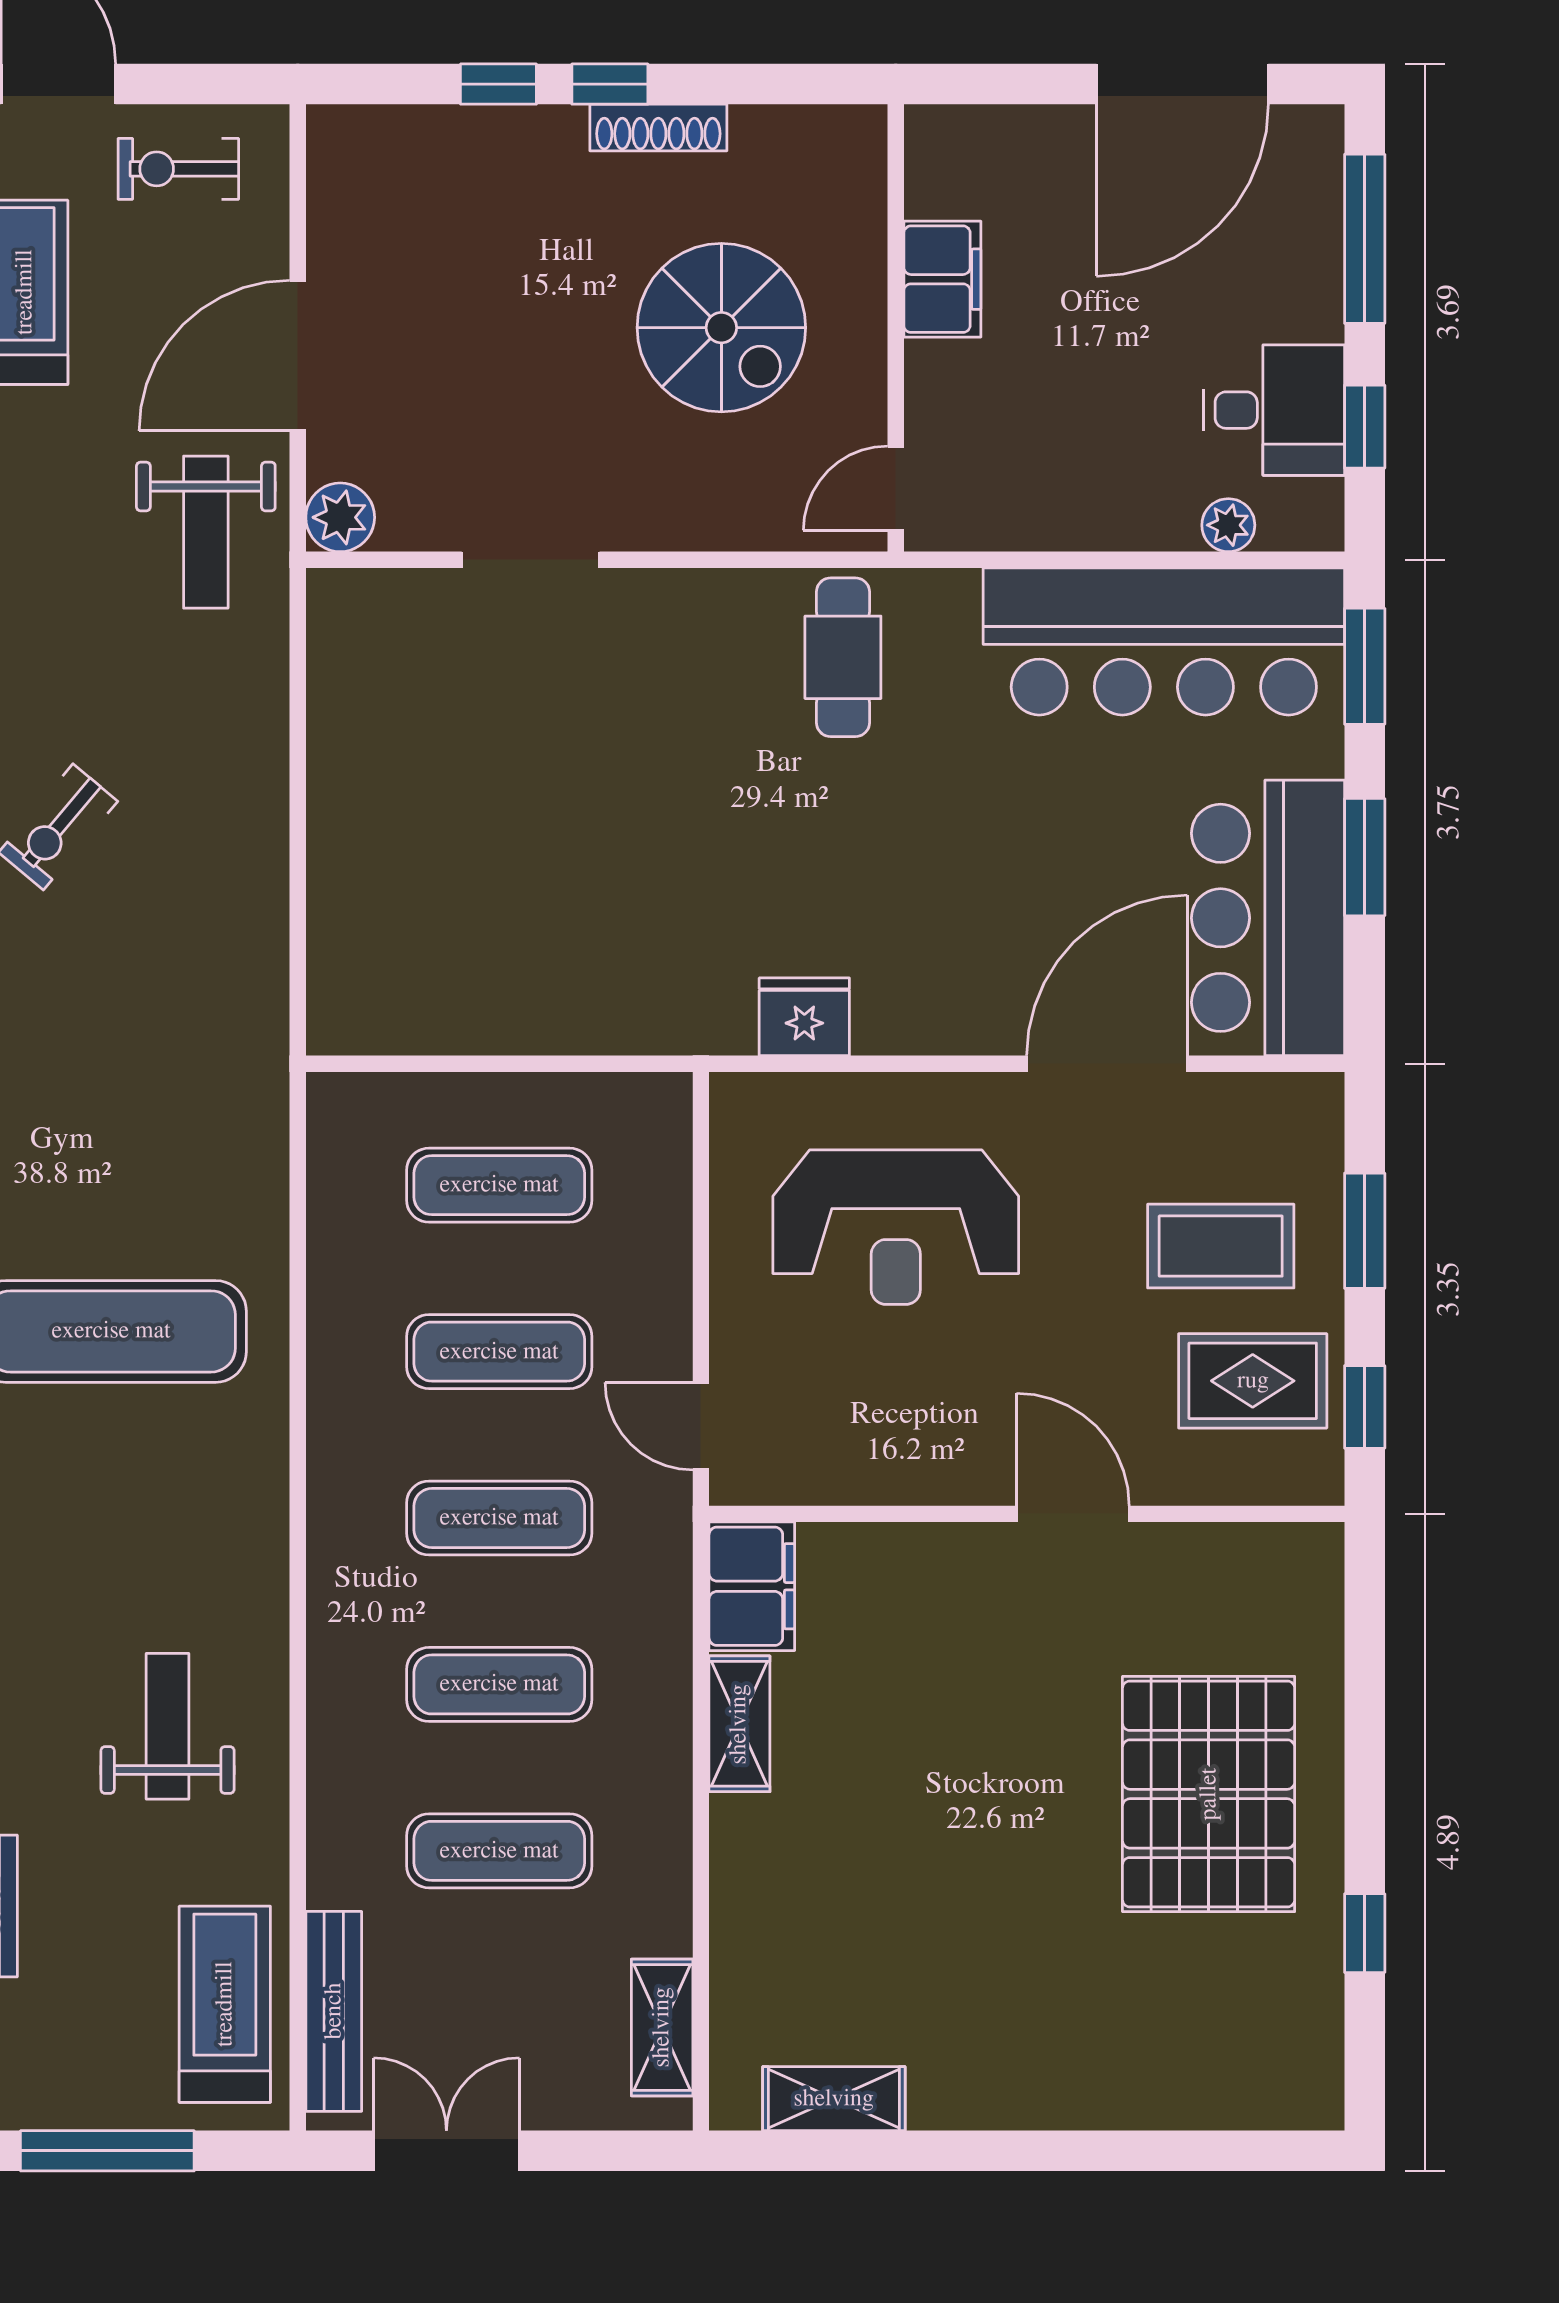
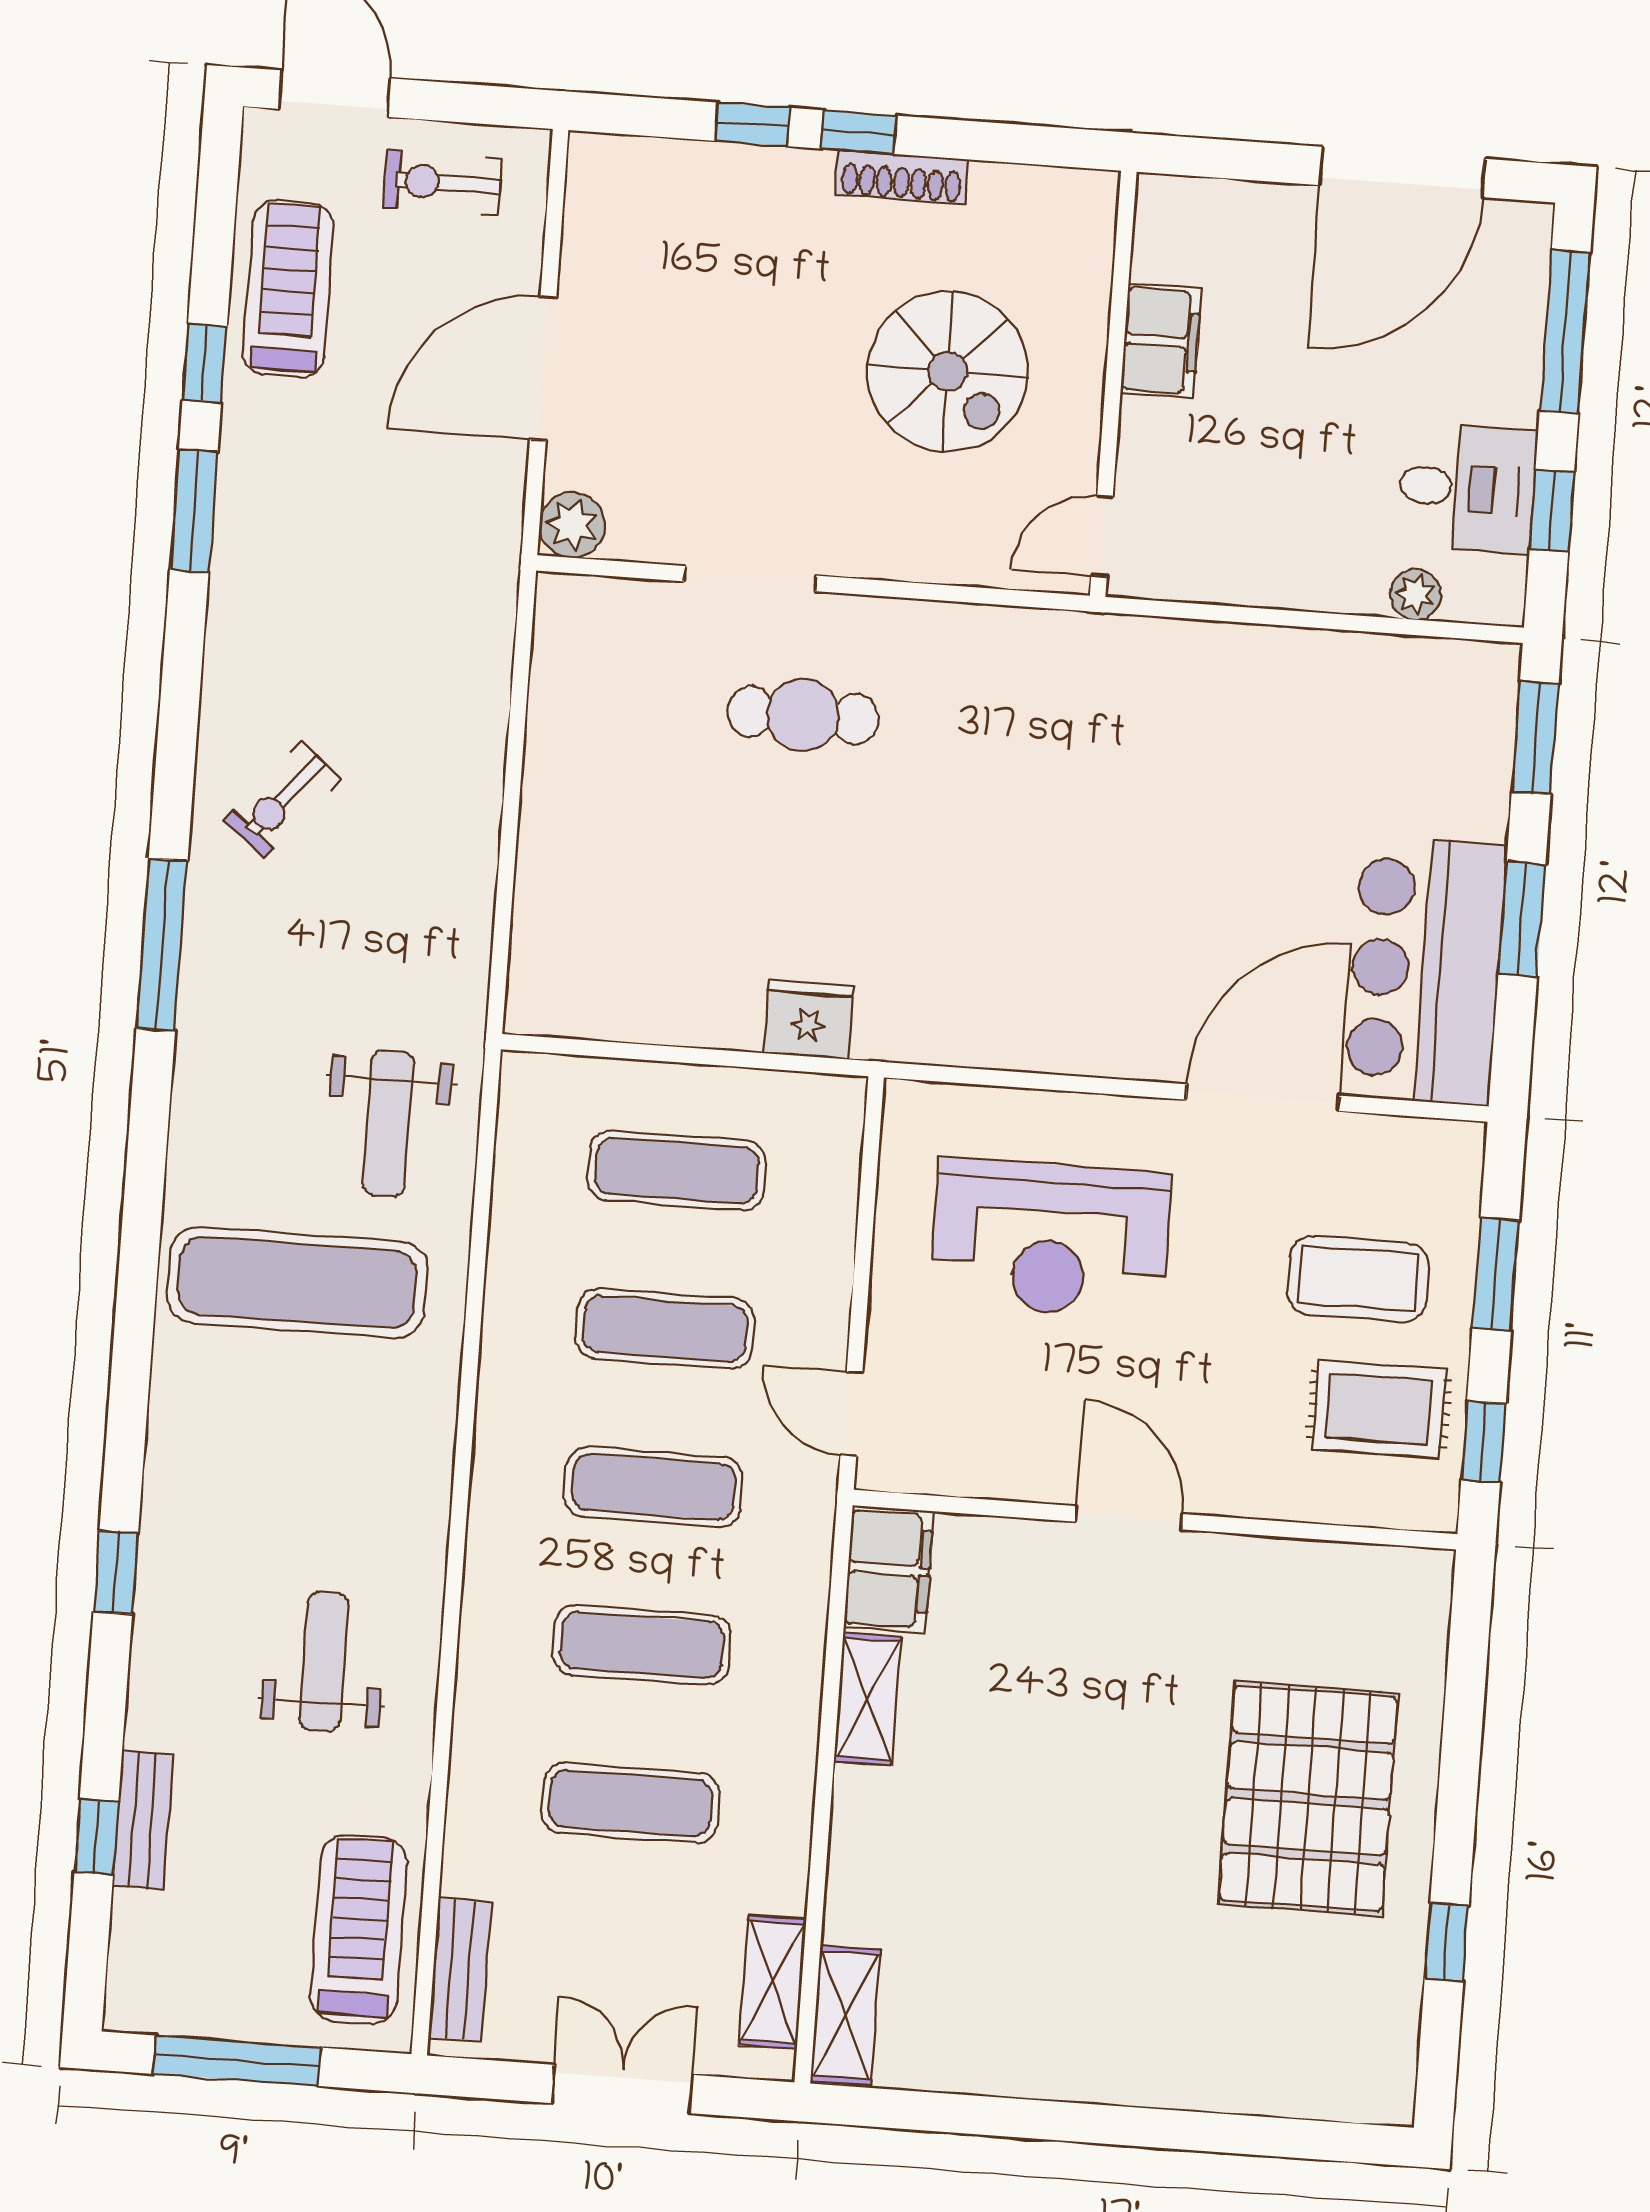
weight bench: (206, 532) -> (388, 1123), moved
bar counter: (1164, 641) -> (1346, 700), removed
cafe table: (843, 657) -> (803, 715), moved, turned 90
fridge: (804, 1017) -> (809, 1019), moved
door: (1073, 1514) -> (1129, 1518), moved
bench: (334, 2011) -> (460, 1969), width x0.73
shelving: (834, 2099) -> (846, 2015), moved, turned 90
double door: (446, 2151) -> (622, 2089), moved

